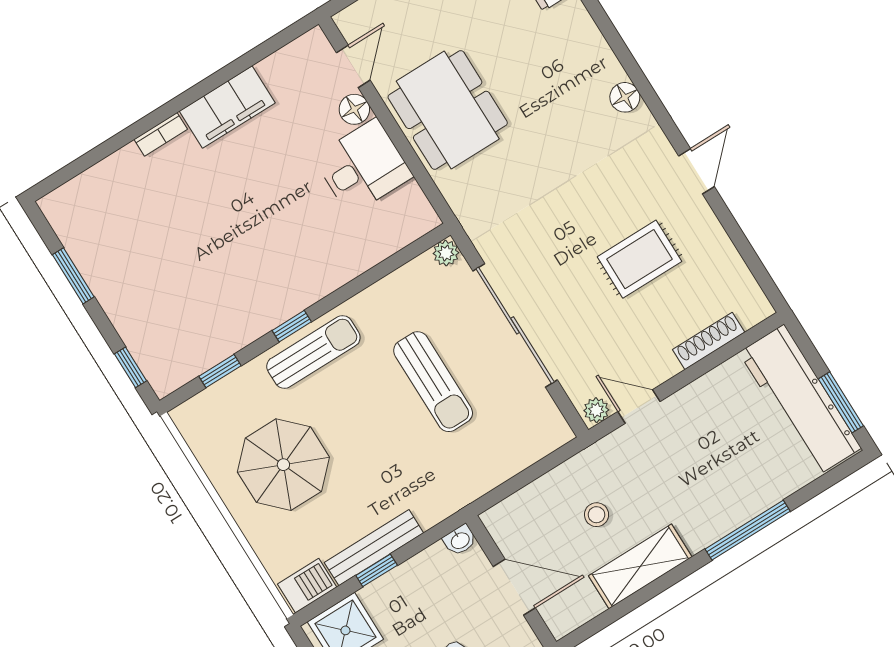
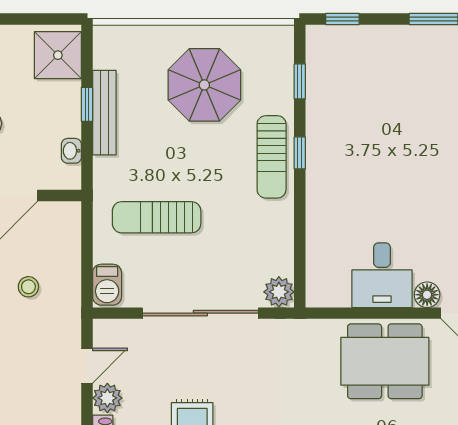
plant: (446, 253) -> (279, 292), width x1.38, depth x1.38
sun lounger: (433, 382) -> (157, 217), moved
plant: (596, 410) -> (107, 398), moved, width x1.38, depth x1.38
washbasin: (460, 540) -> (71, 151), moved
barbecue: (307, 586) -> (107, 285), moved

